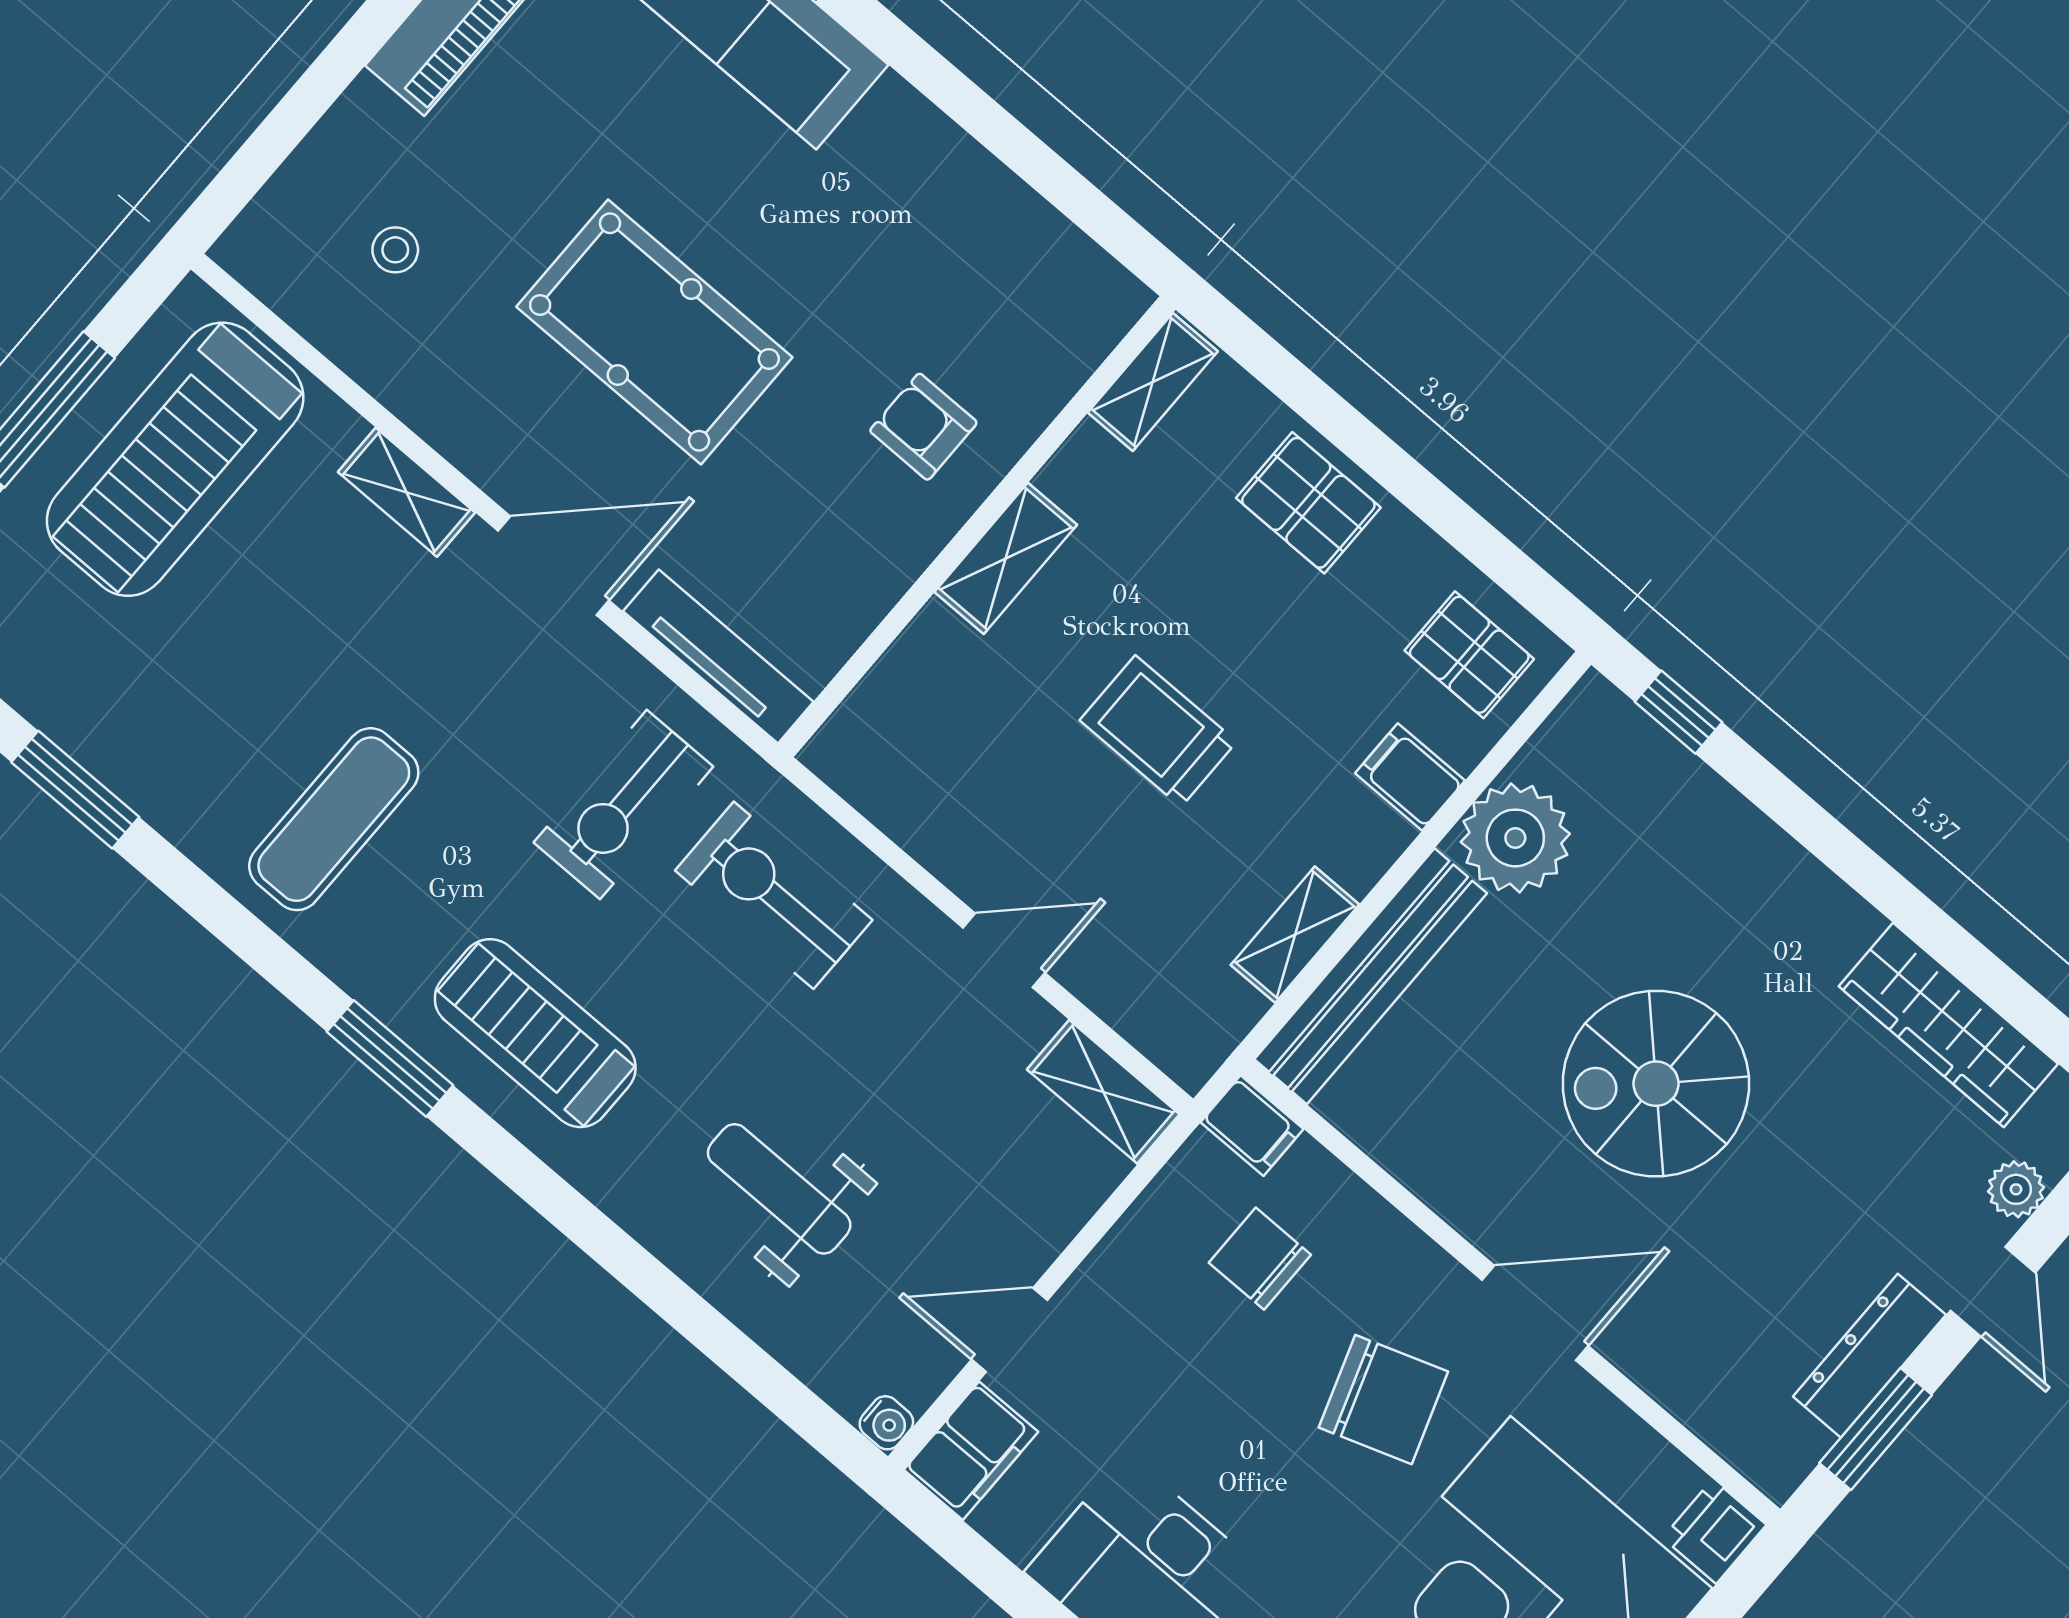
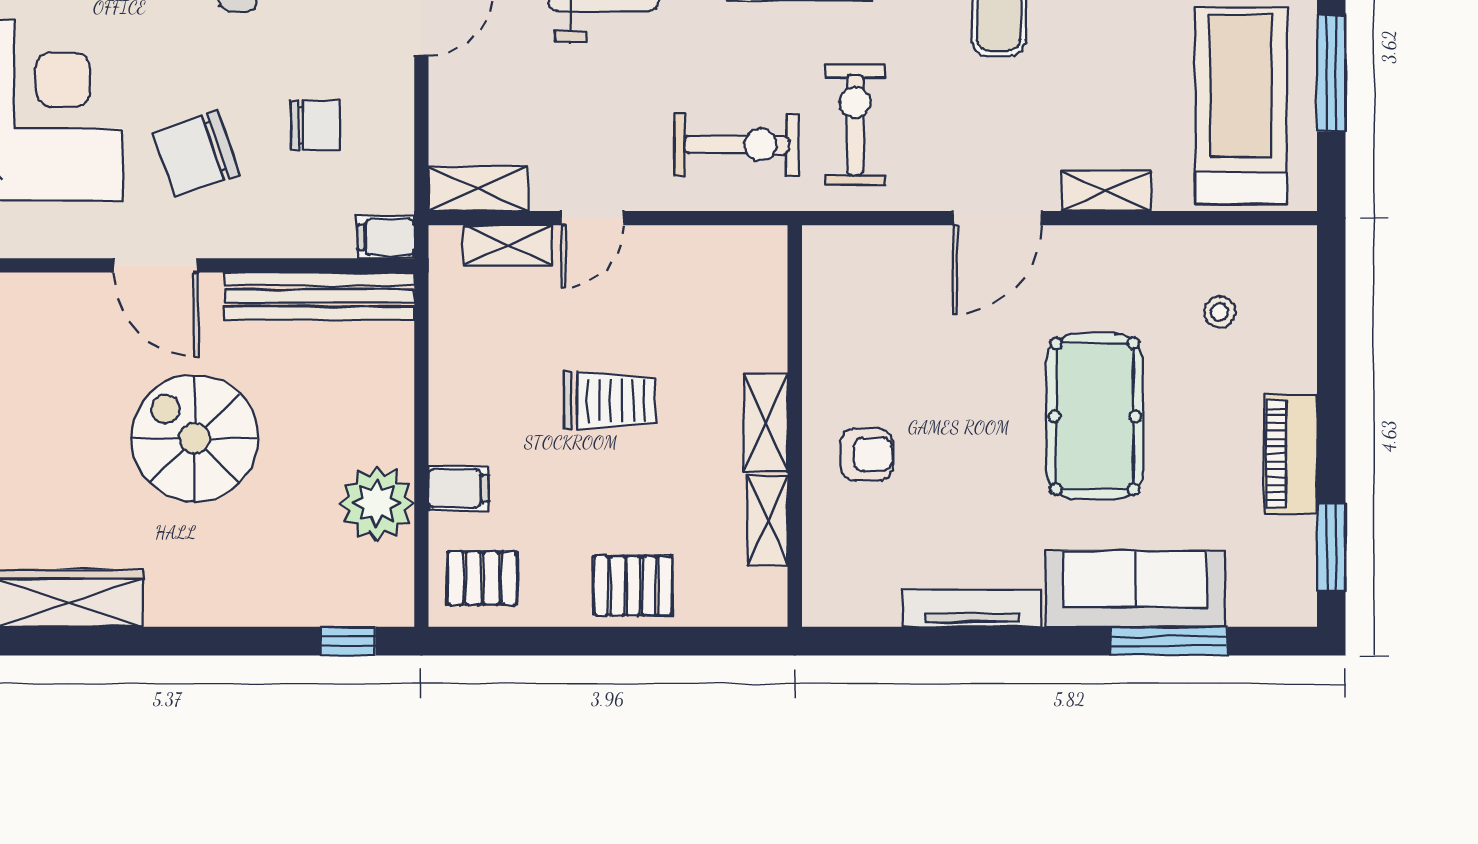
pool table: (654, 332) -> (1095, 416), moved, turned 90
shelving: (1153, 382) -> (768, 520), moved
tv unit: (718, 656) -> (972, 608), moved, turned 180
shelving: (1295, 935) -> (508, 245), moved, turned 90
bench: (1371, 976) -> (319, 296), moved, turned 90
spiral stairs: (1656, 1084) -> (195, 438), turned -90
chair: (1260, 1259) -> (316, 125), moved
door: (1535, 1313) -> (156, 265), hinge flipped

